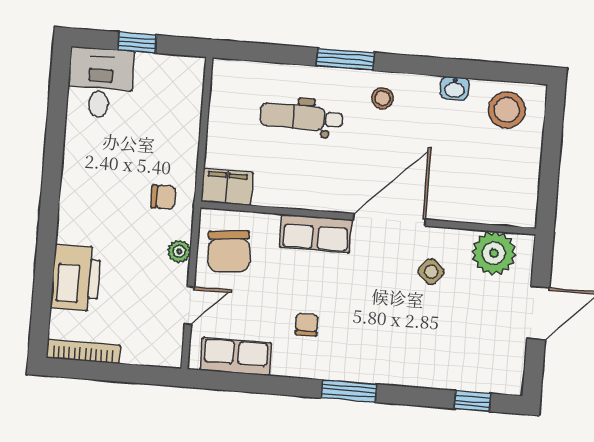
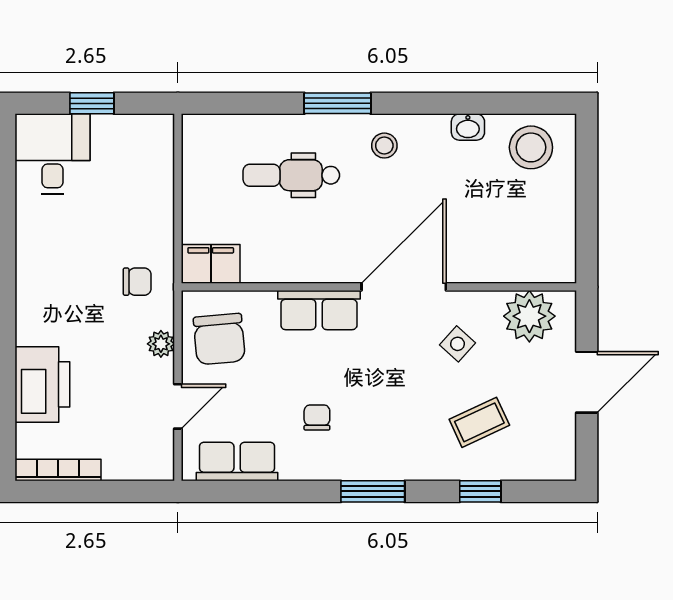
coffee table: (444, 340) -> (479, 422), added
window: (472, 401) -> (480, 491), moved

